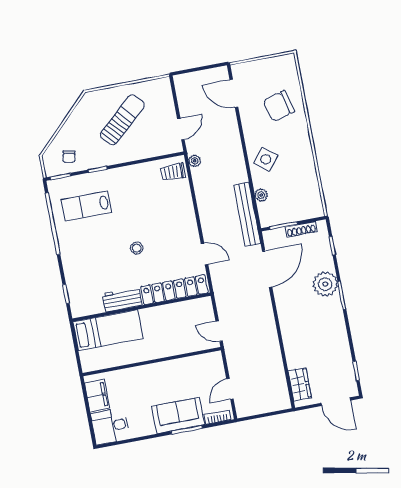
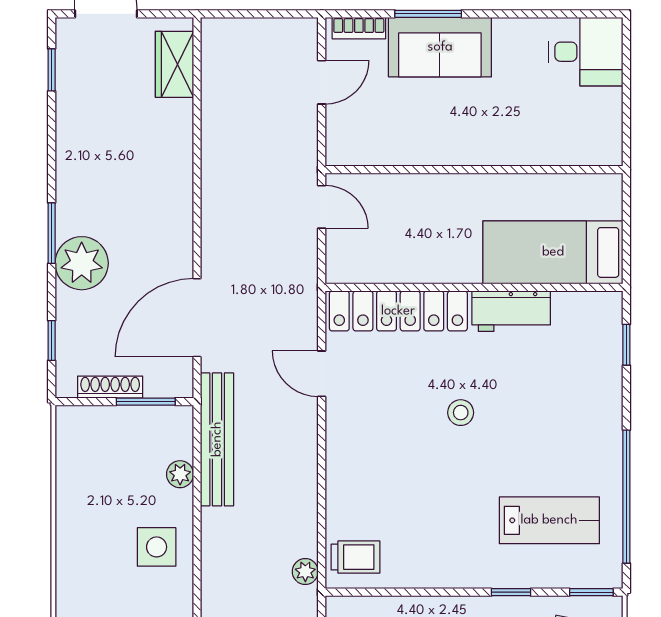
side table: (266, 159) -> (157, 547), turned -38
filing cabinet: (97, 396) -> (602, 121), removed

